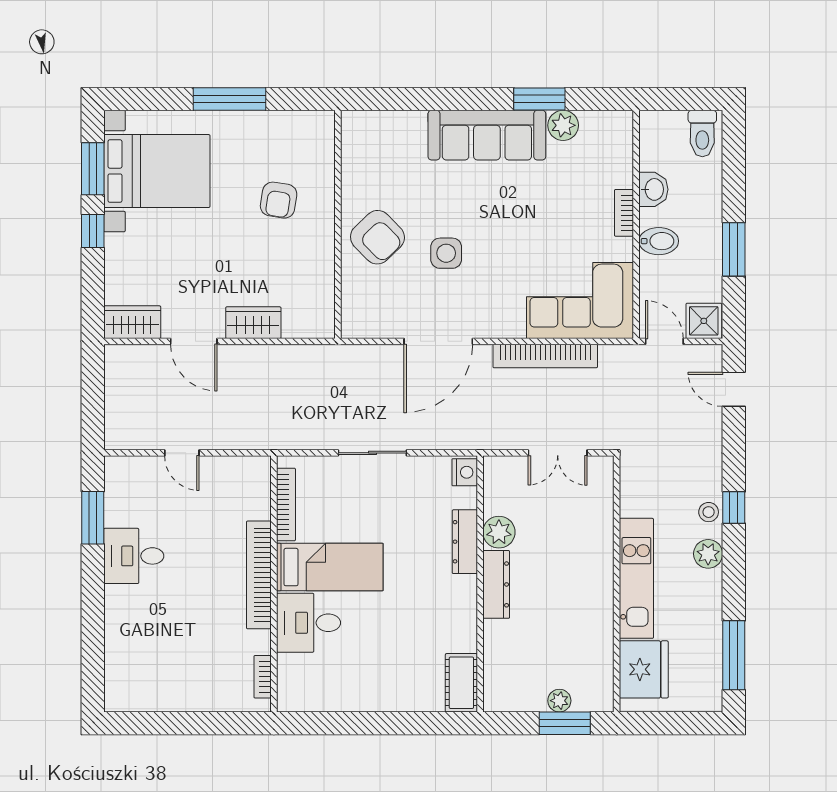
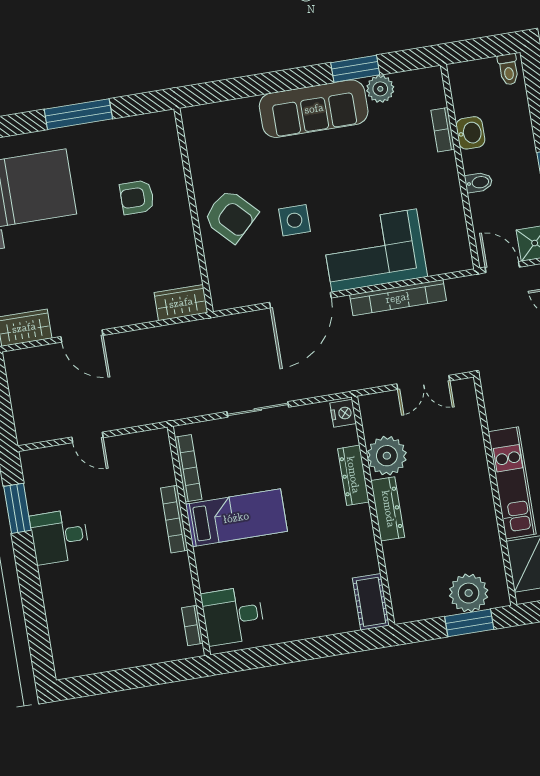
toilet: (702, 133) -> (508, 69), width x0.73, depth x0.72
armchair: (279, 200) -> (137, 197), turned 81
bookcase: (624, 213) -> (443, 130), moved
bidet: (659, 241) -> (479, 182), width x0.72, depth x0.74
corner sofa: (580, 300) -> (374, 251), moved
wardrobe: (253, 323) -> (181, 303), moved
plant: (499, 532) -> (387, 456), width x1.36, depth x1.36
bookcase: (259, 575) -> (174, 519), width x0.68, depth x0.76
desk: (309, 623) -> (233, 616), moved
plant: (559, 701) -> (469, 593), width x1.88, depth x1.88

